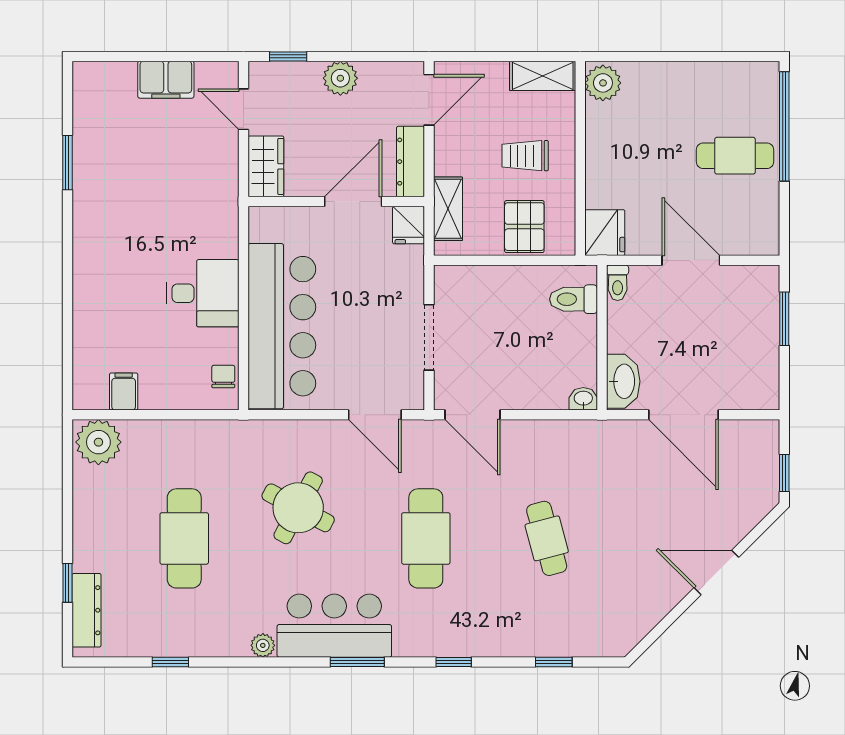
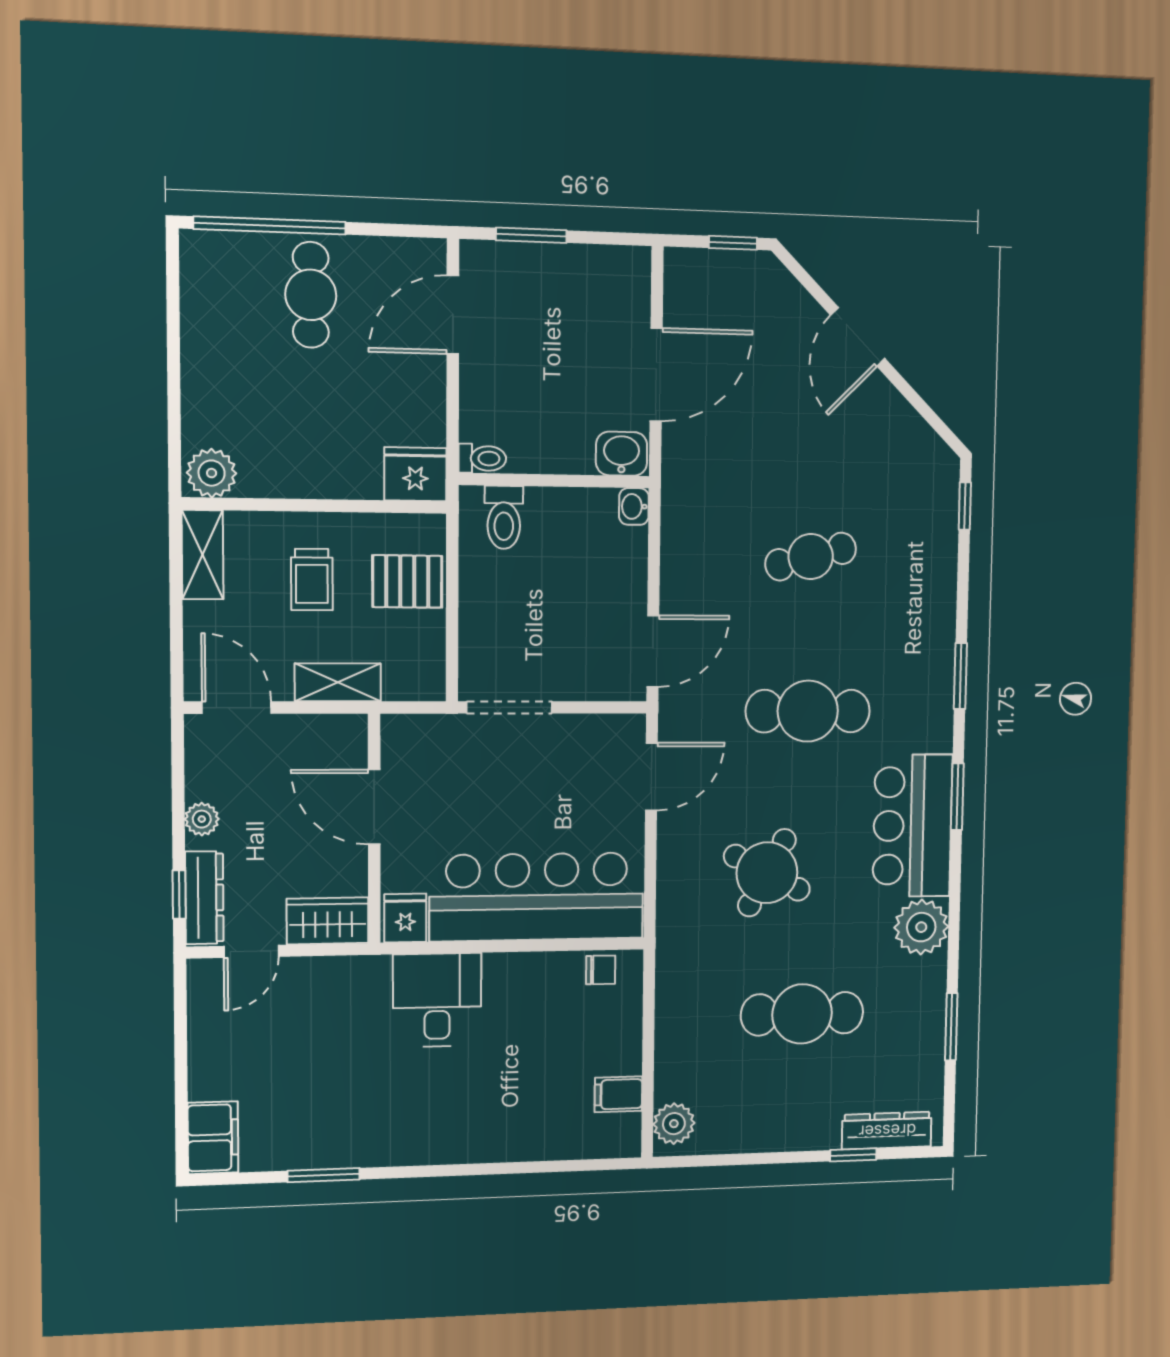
plant: (340, 78) -> (202, 819), width x0.73, depth x0.73
filing cabinet: (166, 80) -> (213, 1138), moved
dresser: (410, 162) -> (204, 898), moved, turned -90
shelving: (448, 209) -> (338, 682), moved
fridge: (408, 225) -> (405, 918), moved, turned -90
door: (691, 260) -> (453, 315), moved
desk: (203, 293) -> (437, 1000), moved
doorway: (429, 337) -> (509, 707), moved
chair: (223, 376) -> (601, 970), turned 180
washbasin: (623, 381) -> (622, 454), width x0.72
plant: (98, 442) -> (674, 1124), width x0.73, depth x0.73
plant: (263, 645) -> (921, 927), width x1.88, depth x1.88
window: (170, 662) -> (951, 1027), width x1.50
window: (454, 662) -> (960, 676), width x1.50
window: (554, 662) -> (965, 506), moved

